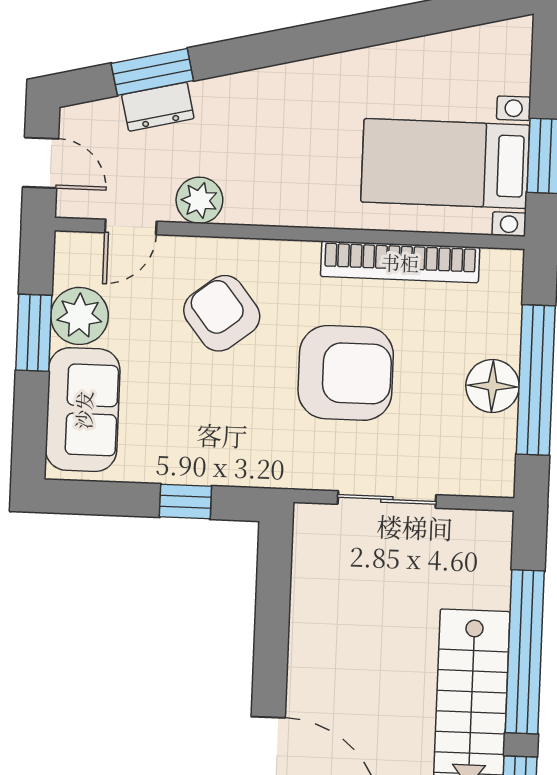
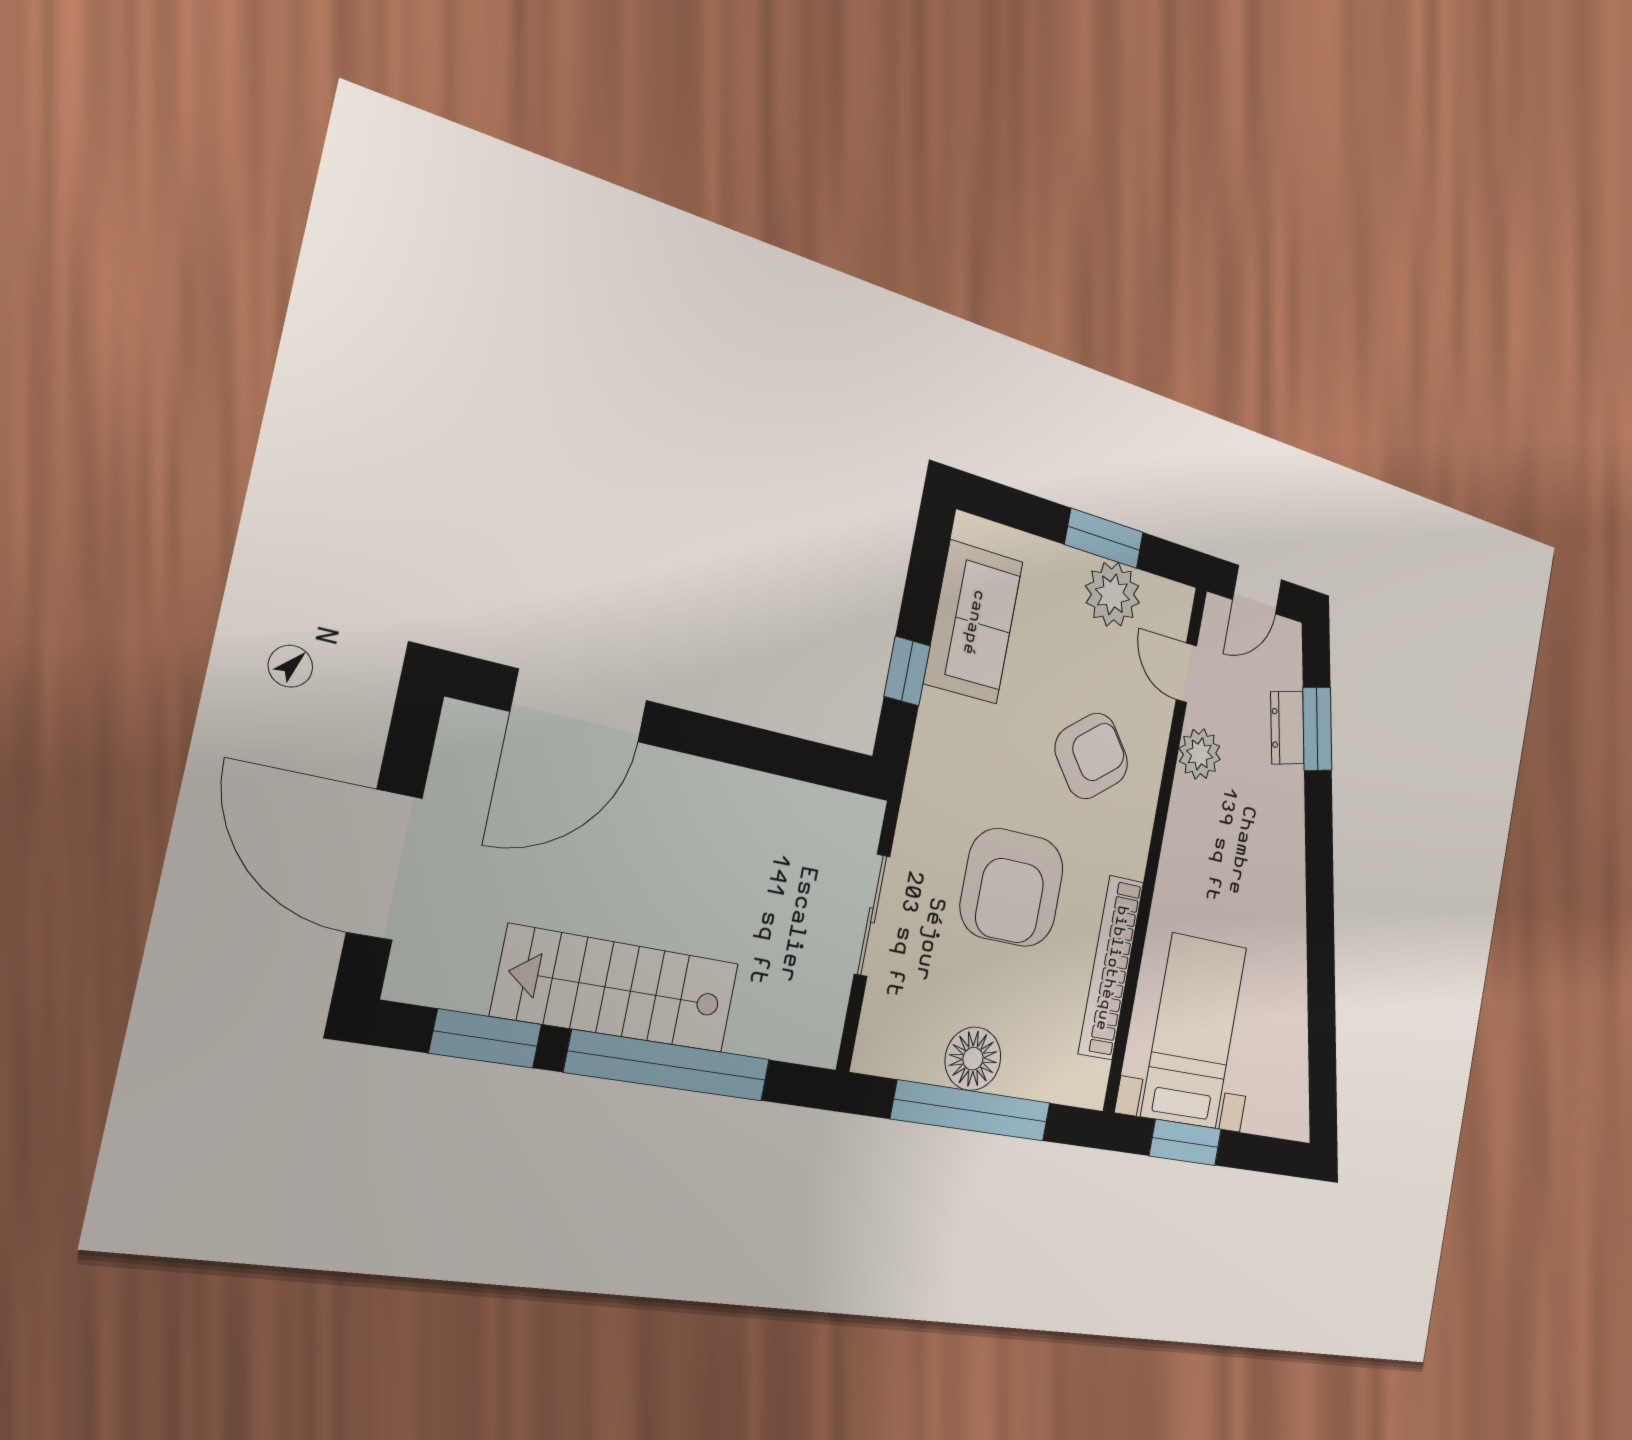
sofa: (83, 410) -> (973, 622), moved, turned -90

